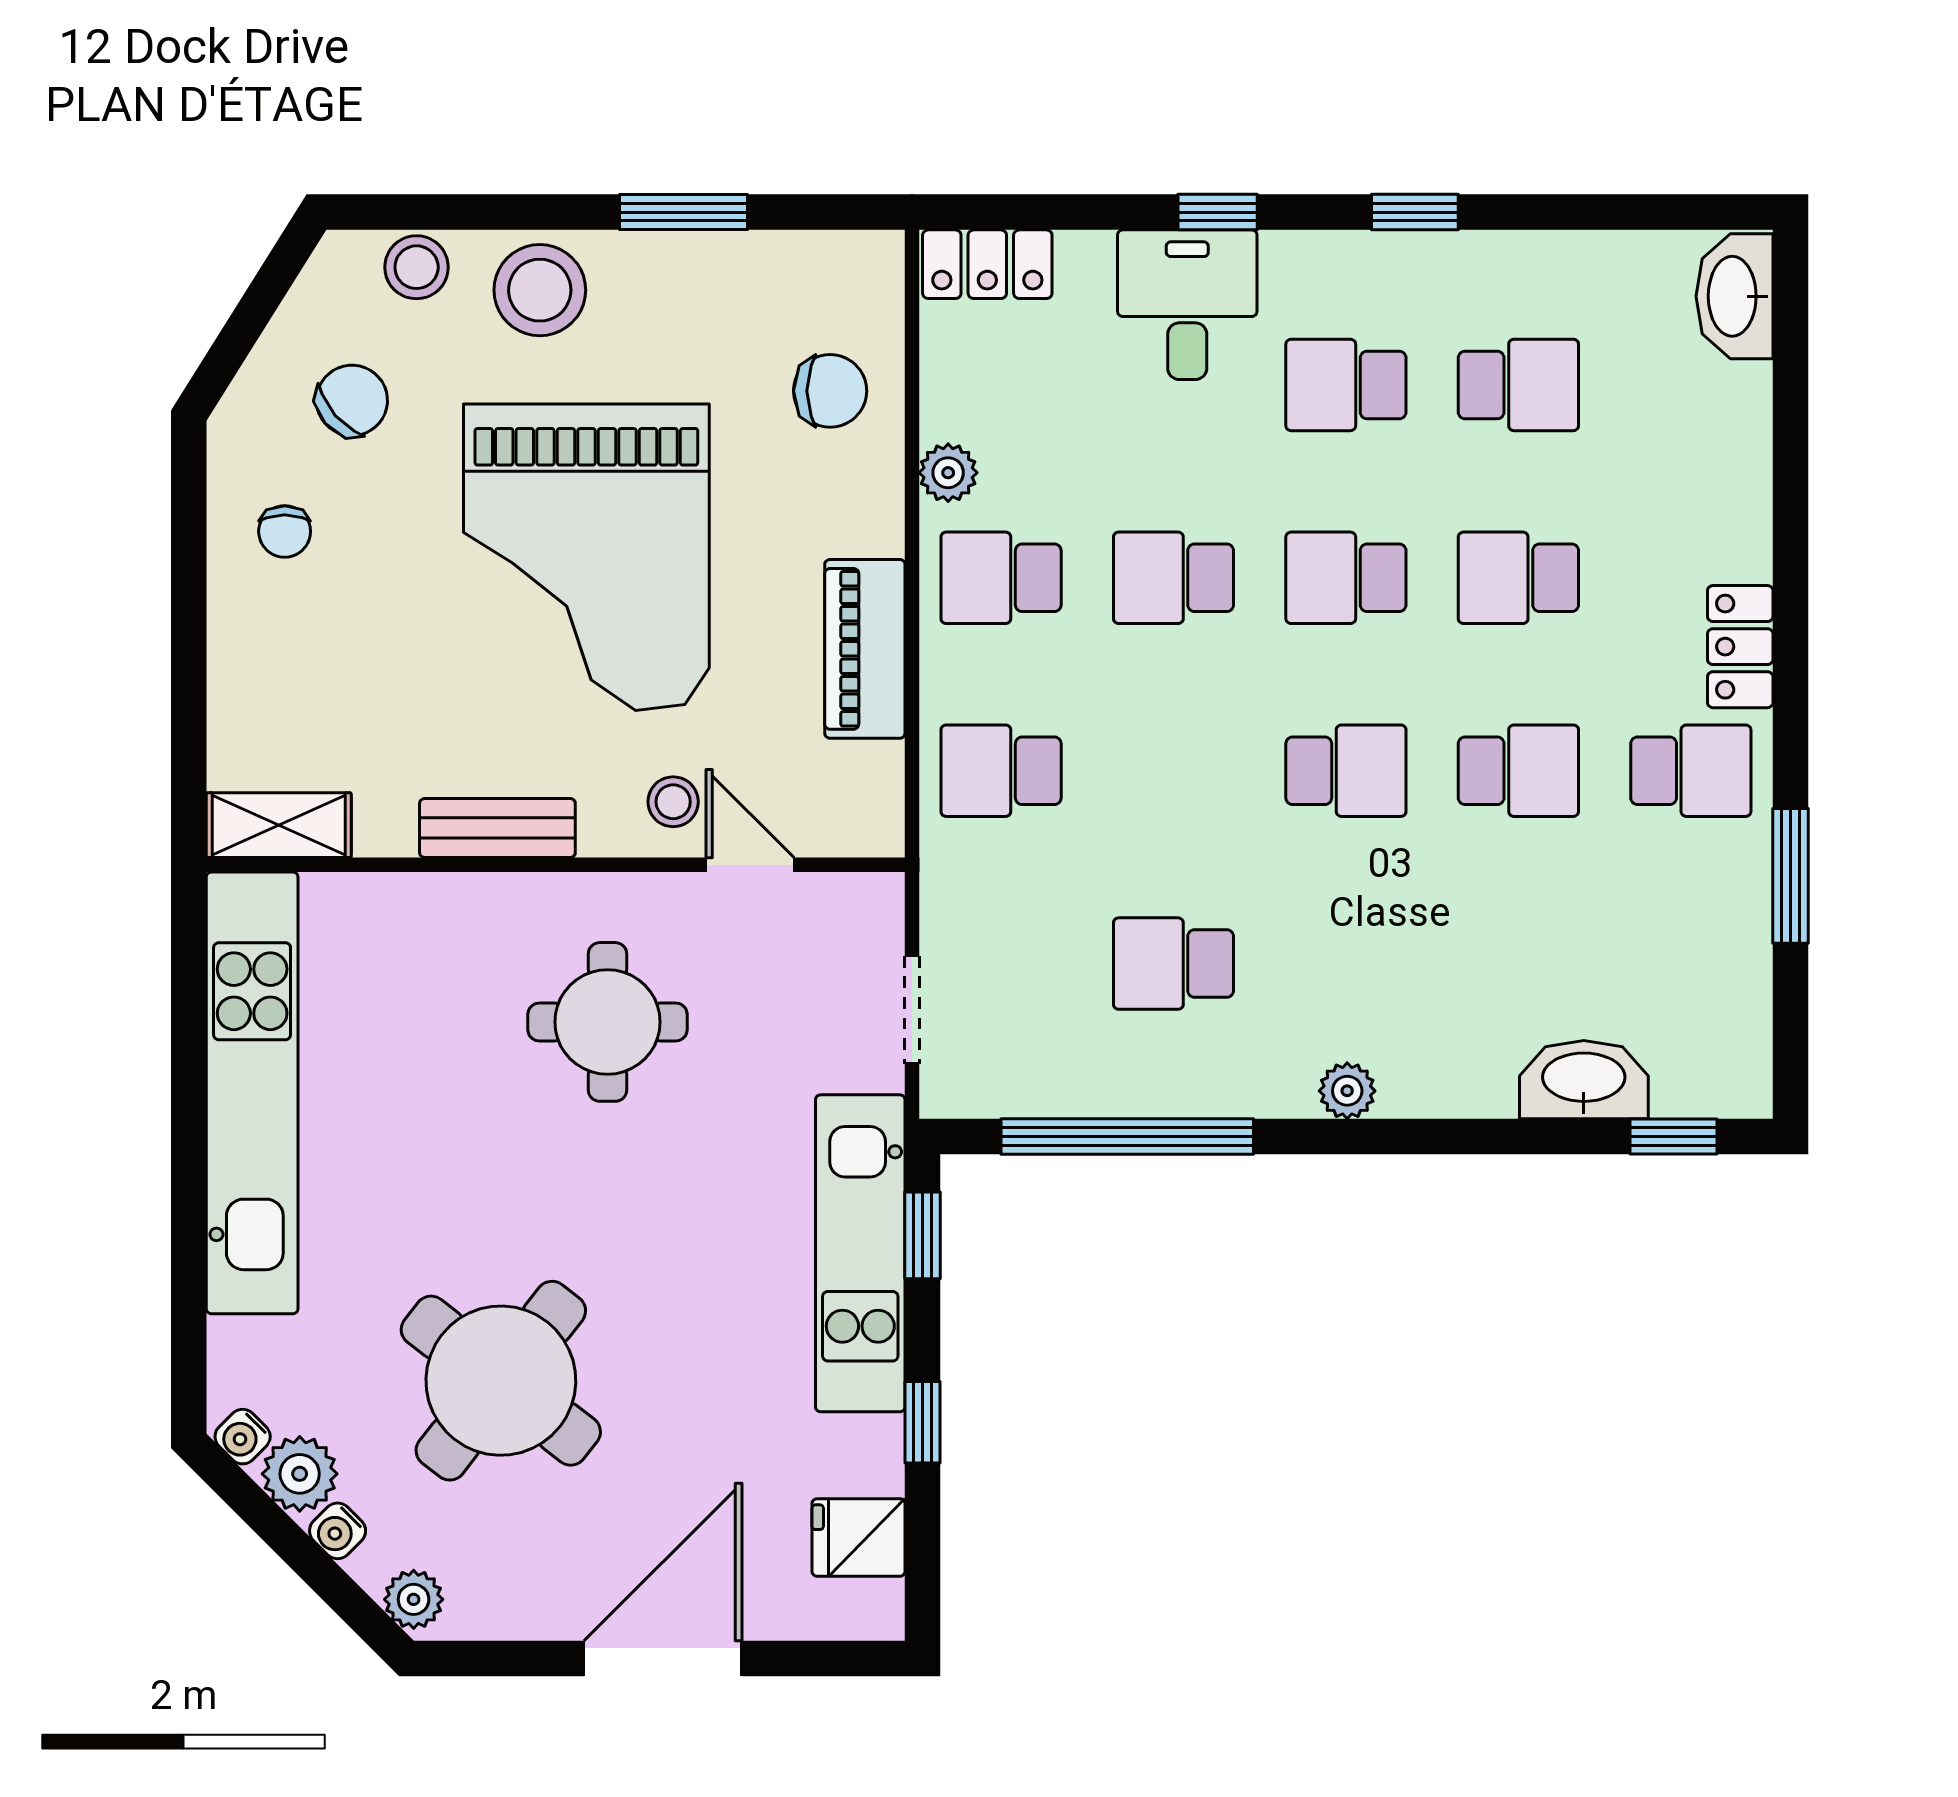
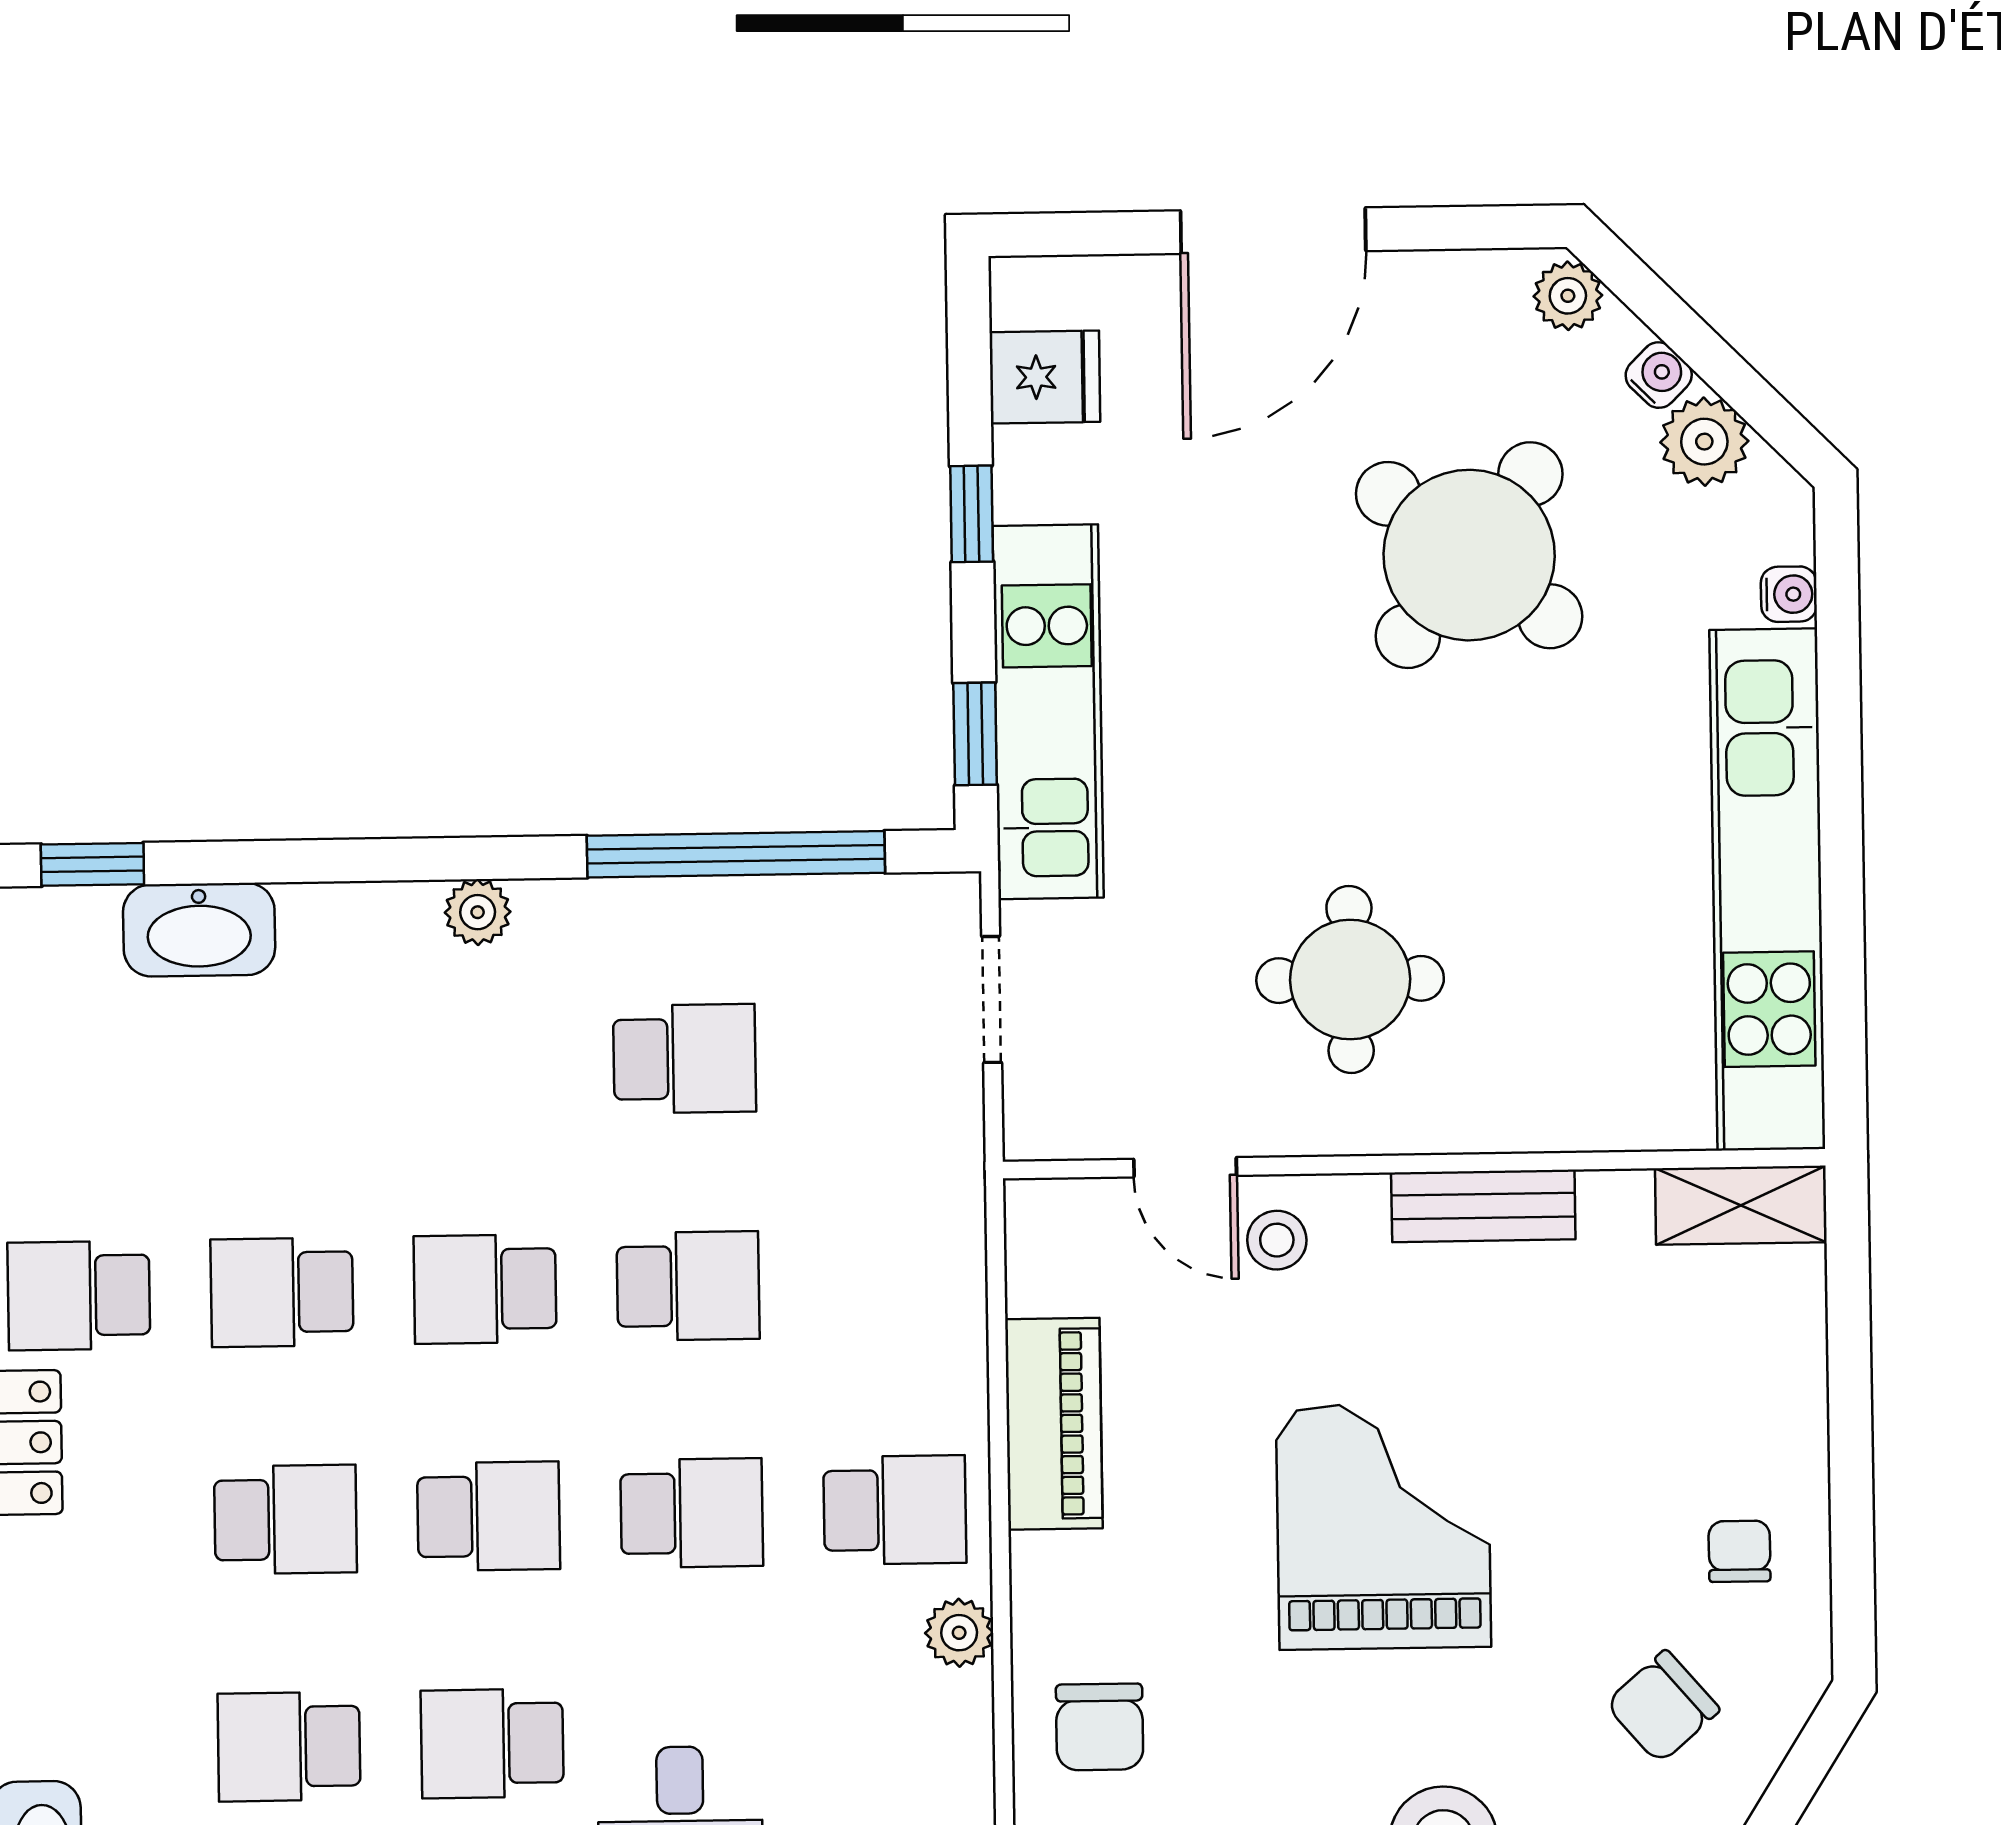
school desk: (1346, 385) -> (492, 1743), turned 180
chair: (830, 391) -> (1100, 1727), turned -90
grand piano: (586, 557) -> (1383, 1526), width x0.73, depth x0.68
school desk: (1001, 771) -> (688, 1286), moved
water cooler: (243, 1437) -> (1789, 594), moved, turned 45

